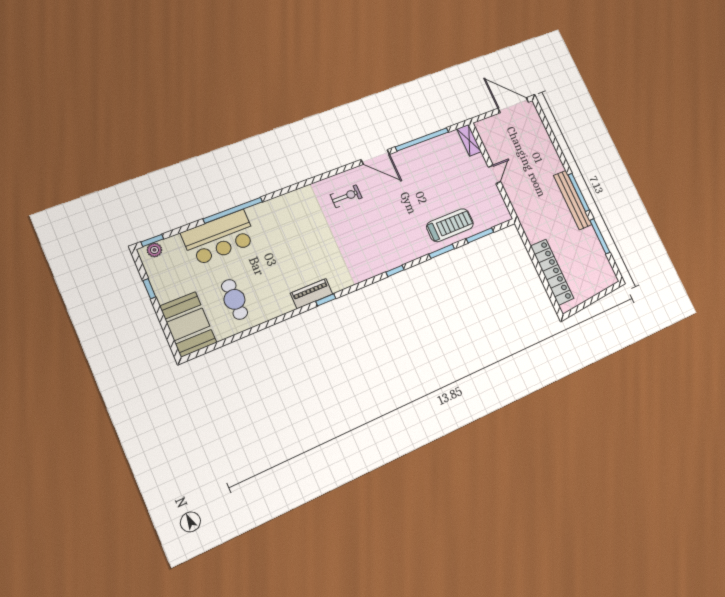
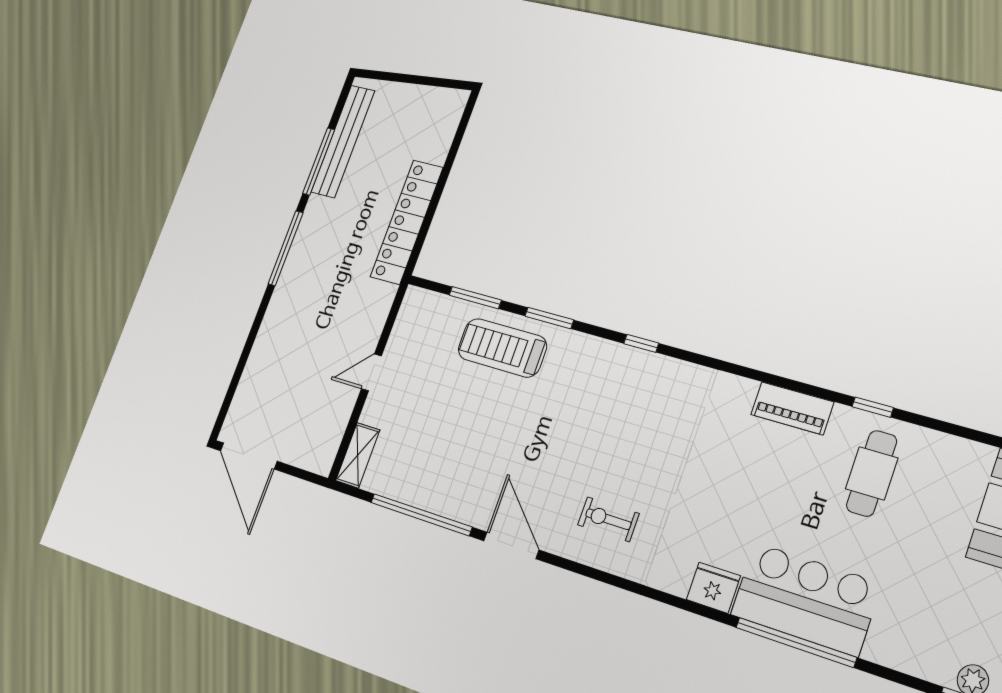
bench: (573, 200) -> (343, 141), moved
fridge: (282, 204) -> (713, 588), added
bar counter: (219, 238) -> (805, 599), moved
locker: (552, 272) -> (407, 222), moved
cafe table: (234, 299) -> (872, 473), moved
window: (326, 300) -> (873, 407), moved

